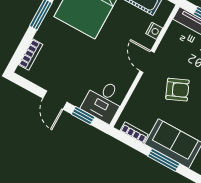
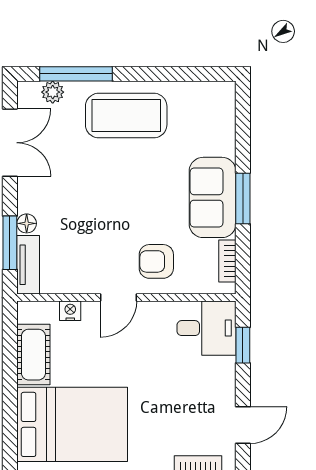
armchair: (177, 90) -> (156, 261), moved, turned -67
door: (55, 100) -> (243, 425), moved

